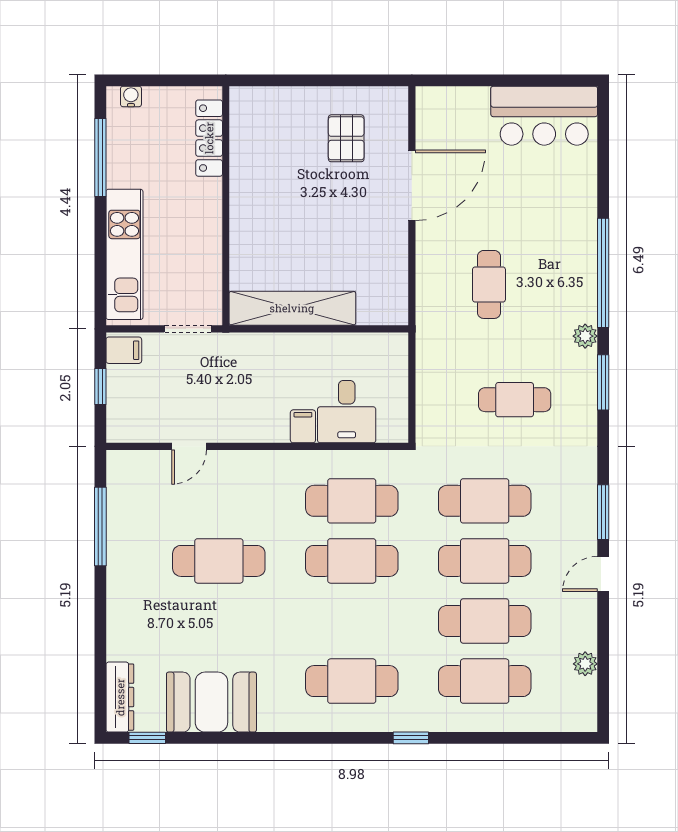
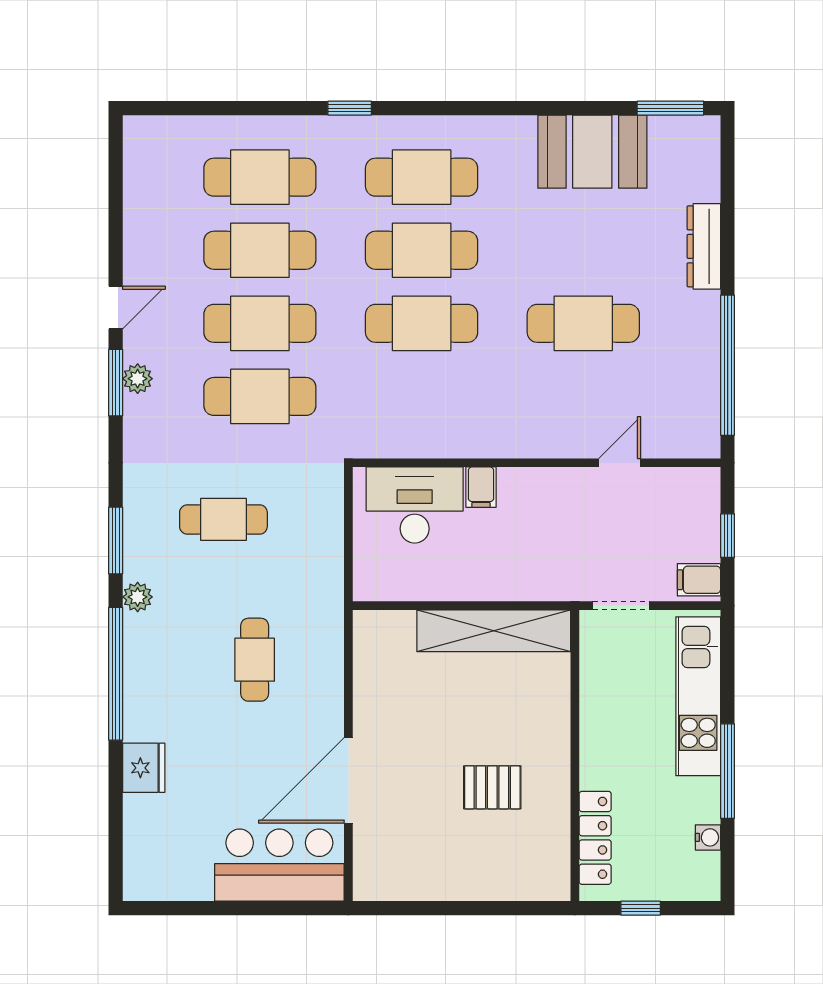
window: (172, 80) -> (641, 908), added
water cooler: (131, 96) -> (708, 837), moved, turned -90
bar counter: (544, 116) -> (279, 865), moved
pallet: (346, 138) -> (492, 787), moved, turned 90
window: (100, 158) -> (728, 771), moved
fridge: (580, 196) -> (144, 768), added
desk: (347, 412) -> (415, 505), width x1.37
cafe table: (352, 501) -> (422, 250), moved
window: (100, 526) -> (728, 365), width x1.46
plant: (585, 664) -> (138, 379), moved
dresser: (120, 697) -> (704, 246), moved
window: (147, 738) -> (670, 108), width x1.50

